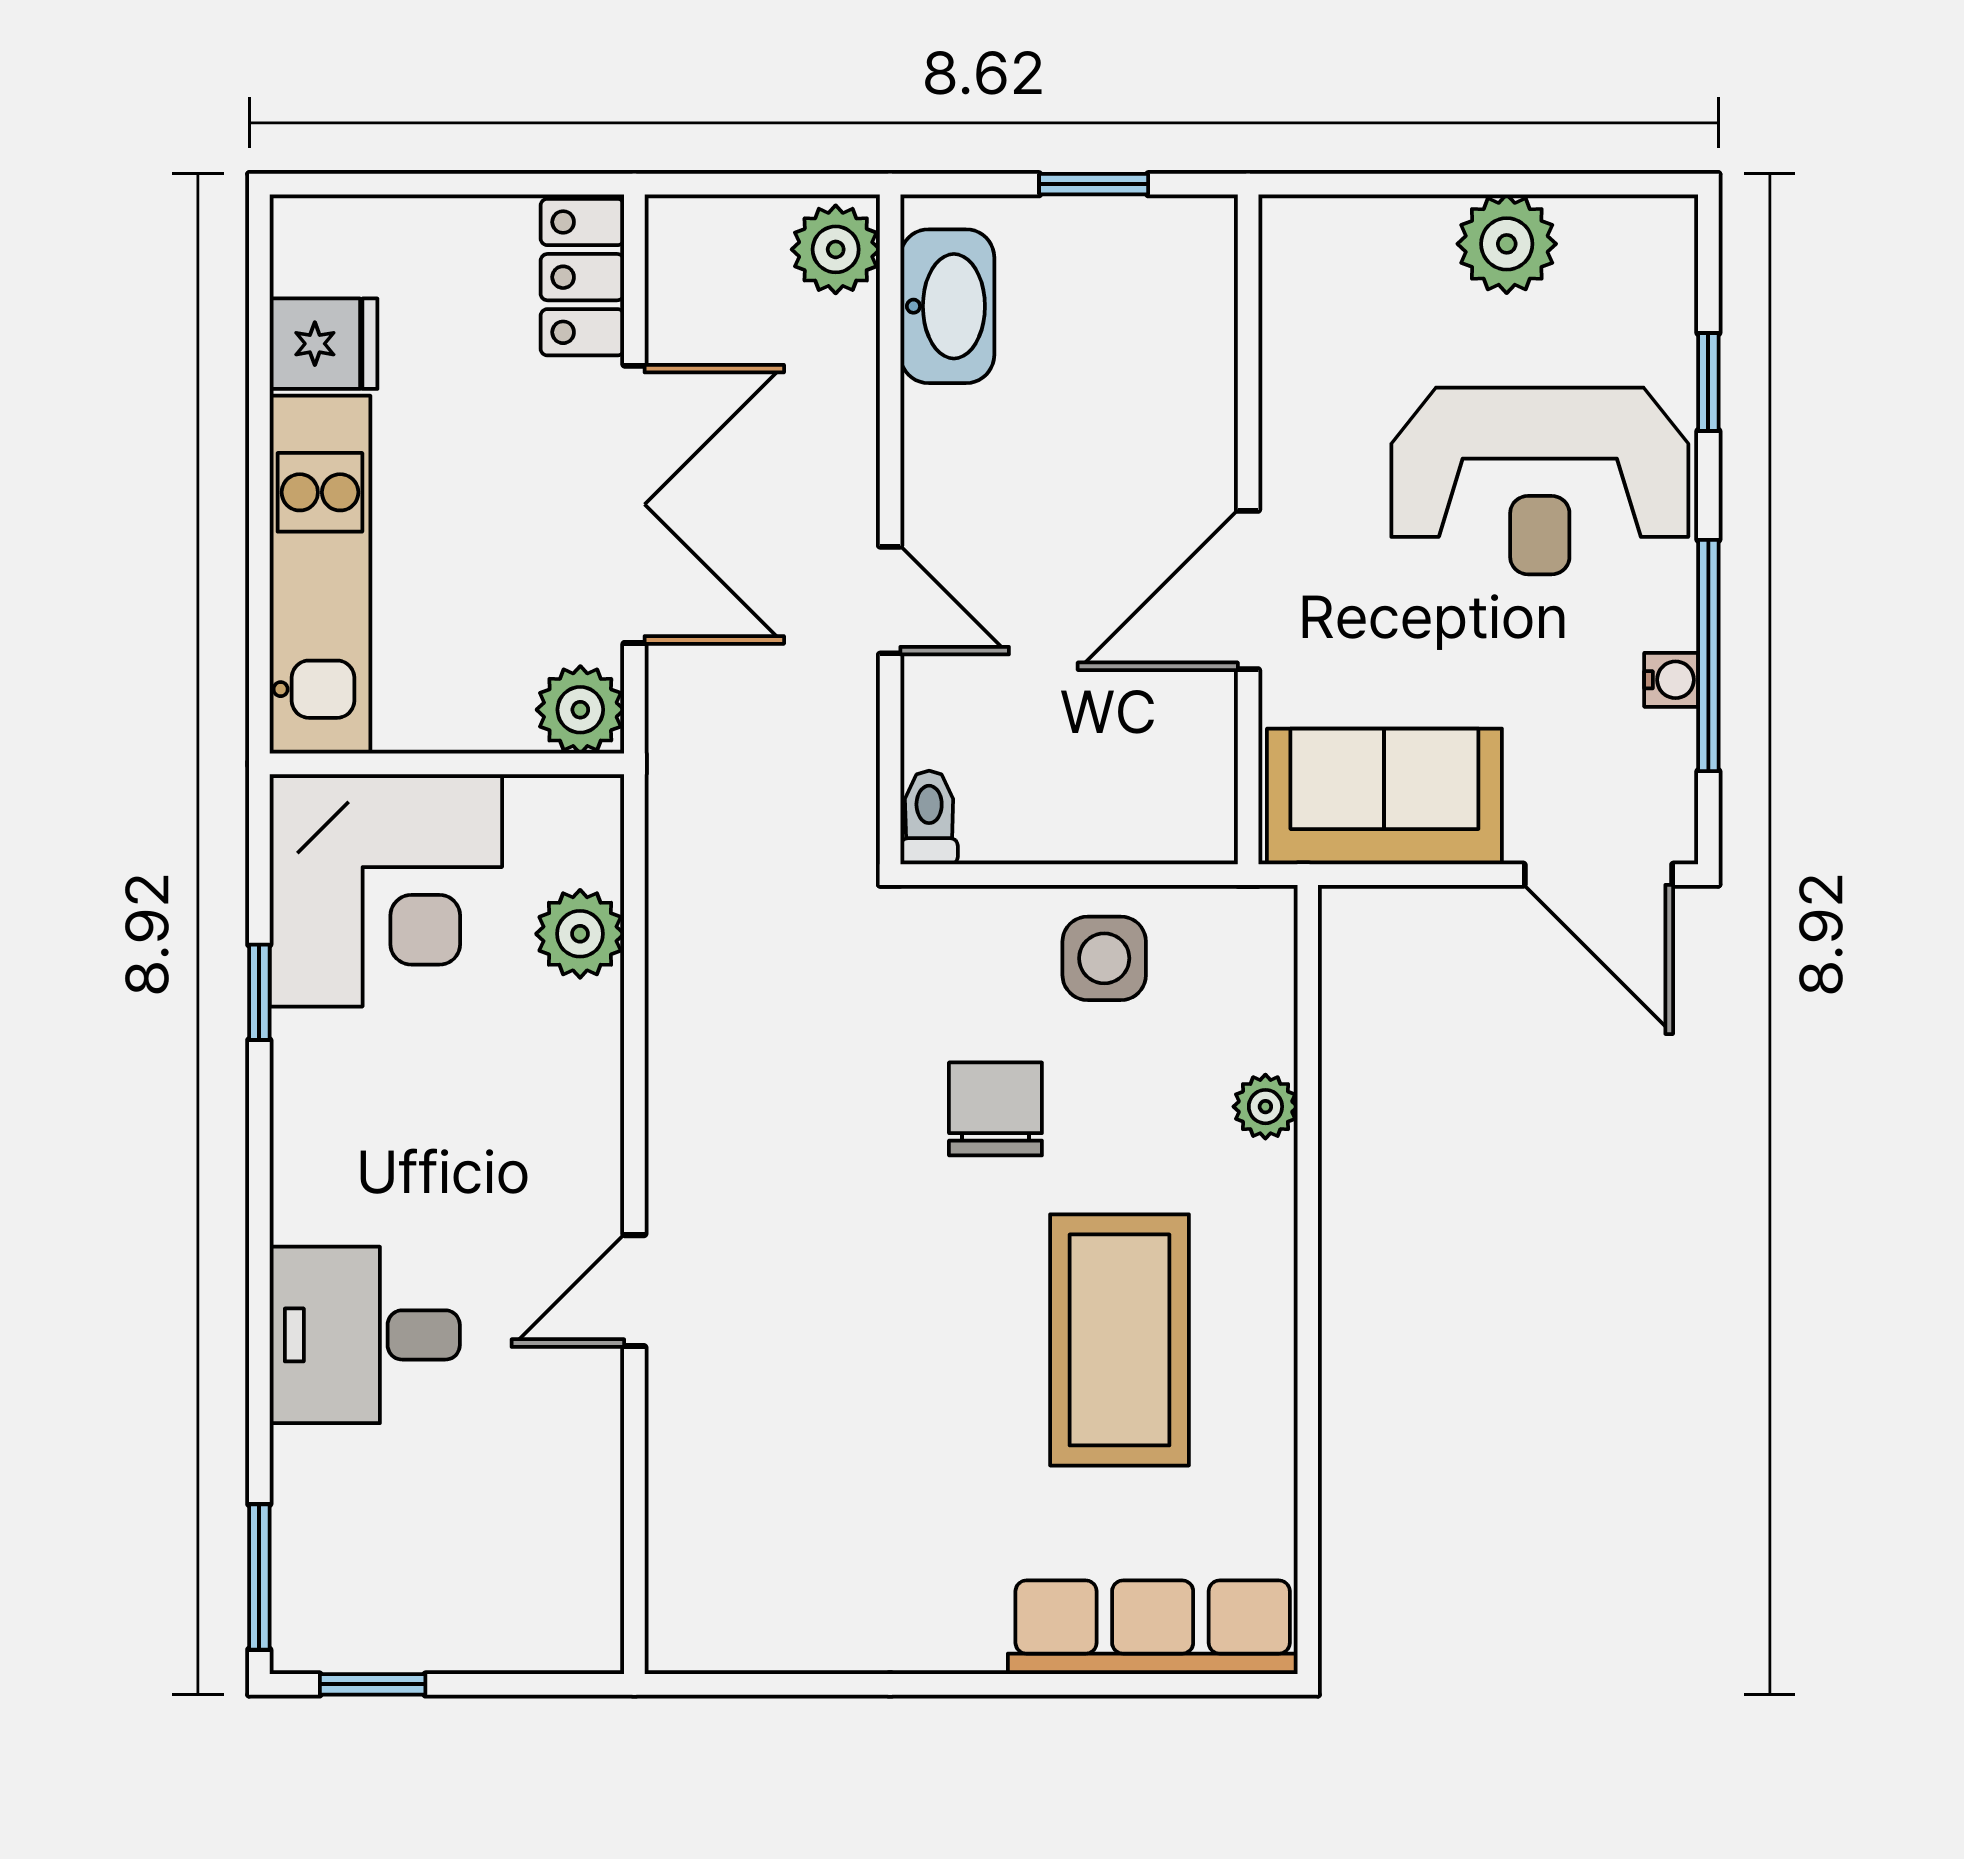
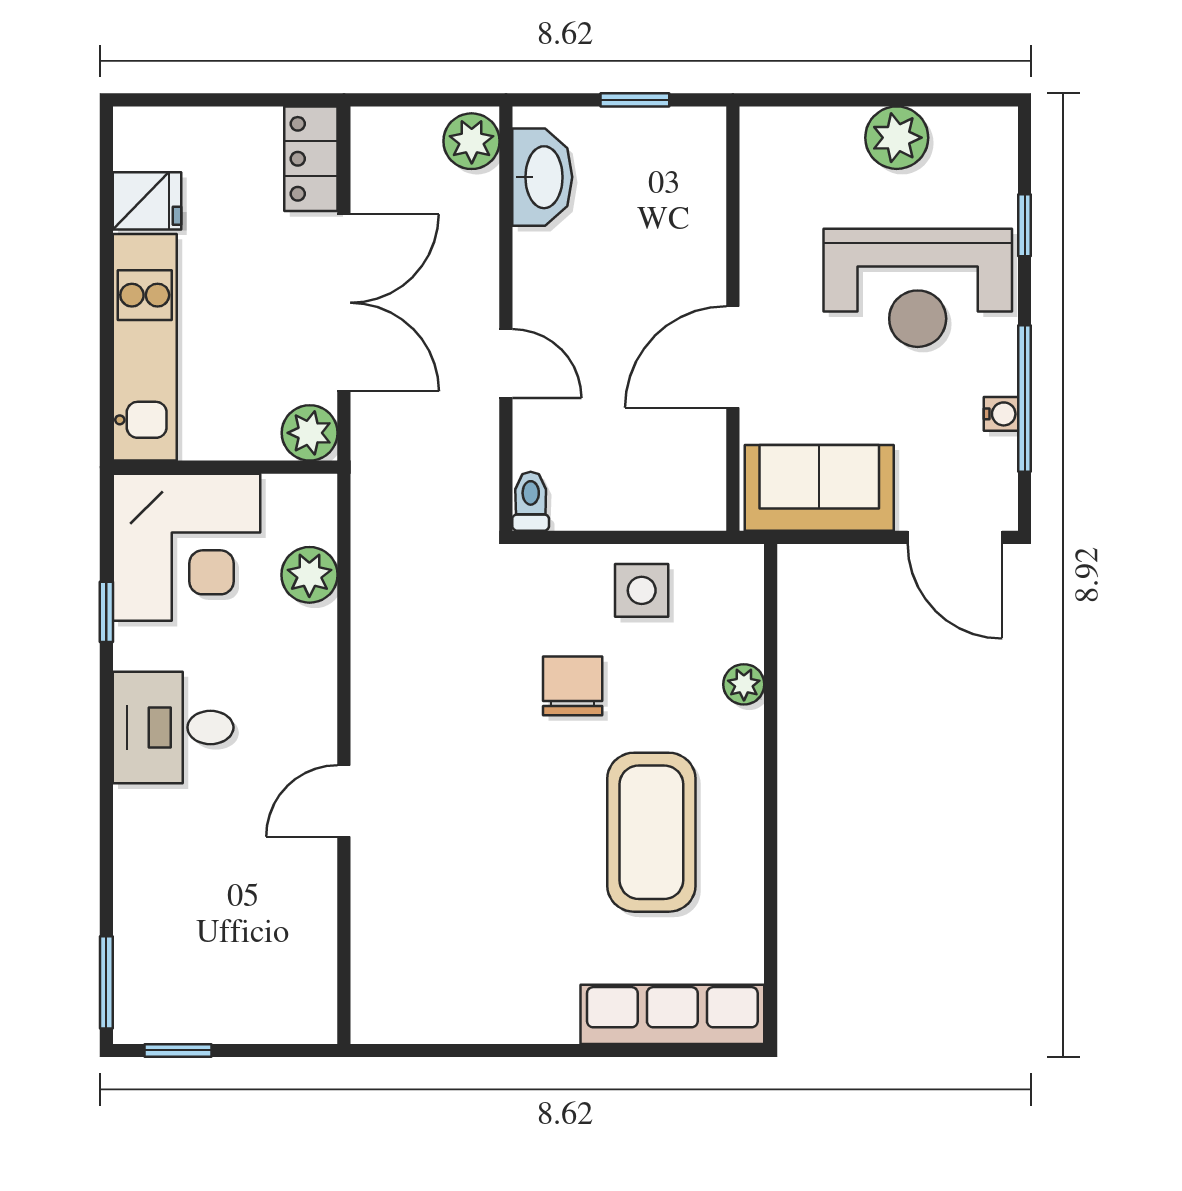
desk: (365, 1335) -> (173, 727), moved

